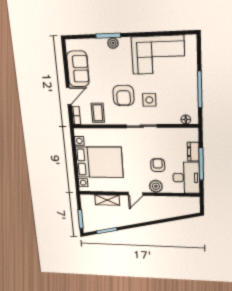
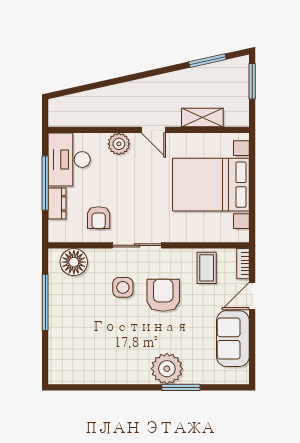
plant: (113, 43) -> (167, 369), width x1.88, depth x1.88
corner sofa: (158, 55) -> (106, 356), removed
floor lamp: (186, 119) -> (74, 262), width x1.89, depth x1.89
armchair: (158, 165) -> (99, 218), moved
door: (136, 194) -> (153, 130), swing flipped

